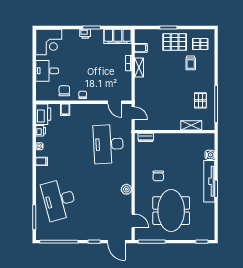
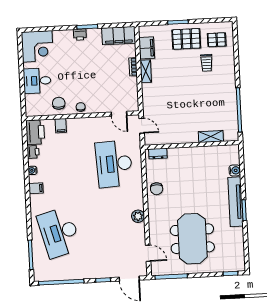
filing cabinet: (141, 48) -> (147, 48), width x2.00
pallet: (200, 100) -> (220, 107), removed
chair: (158, 176) -> (157, 189), moved

